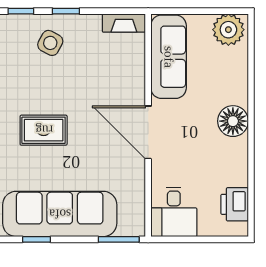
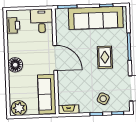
rug: (44, 130) -> (105, 57), turned 90

